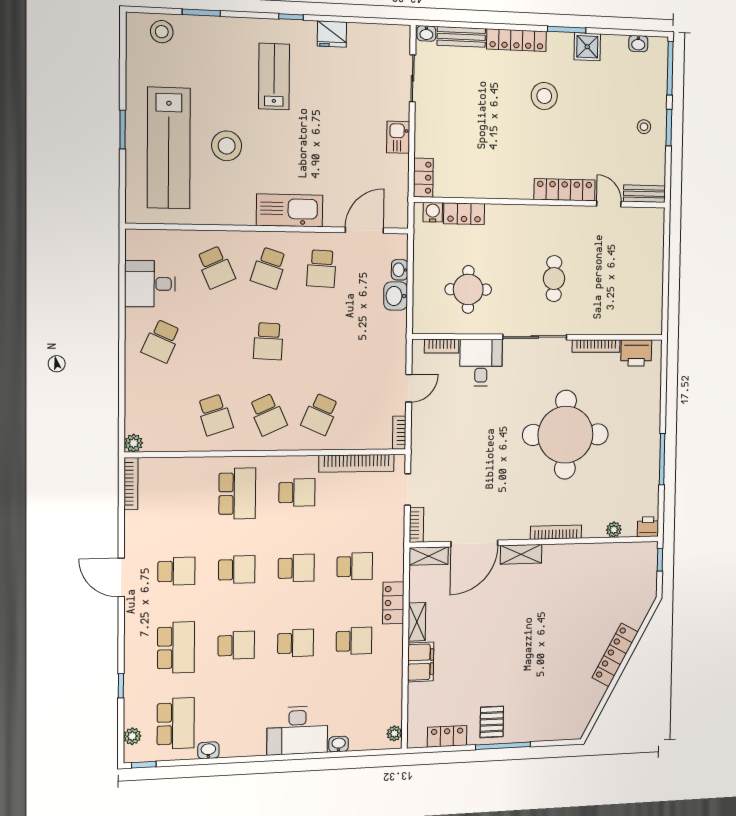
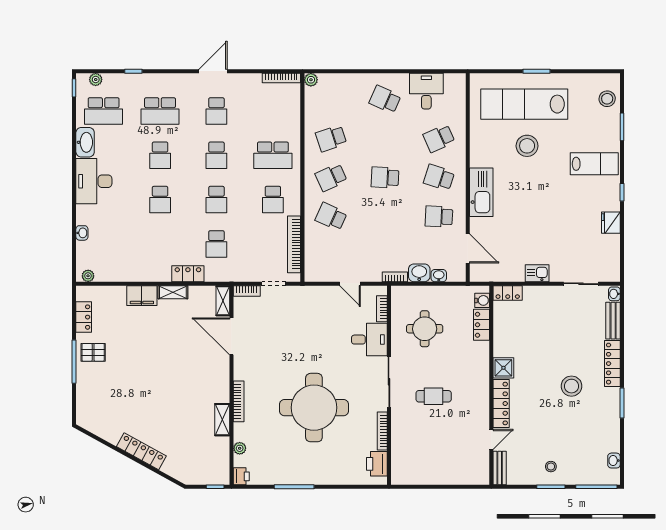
shower: (587, 47) -> (503, 368), moved
lab bench: (274, 77) -> (594, 164), moved
bookcase: (399, 433) -> (395, 277), moved
shelving: (521, 554) -> (222, 420), moved
school desk: (354, 641) -> (160, 244), removed
desk: (297, 731) -> (94, 181), moved
washbasin: (208, 750) -> (85, 142), width x1.91, depth x1.45

